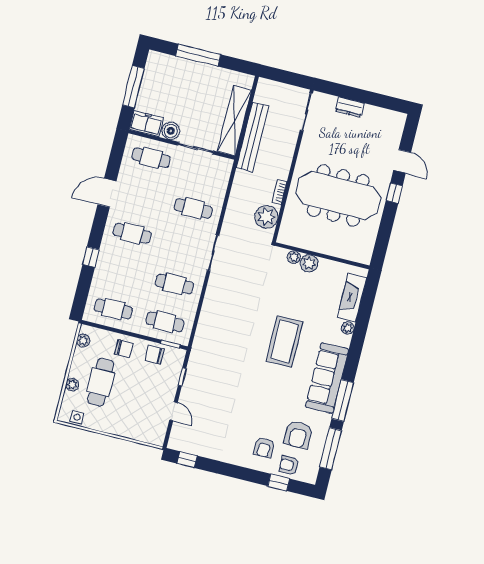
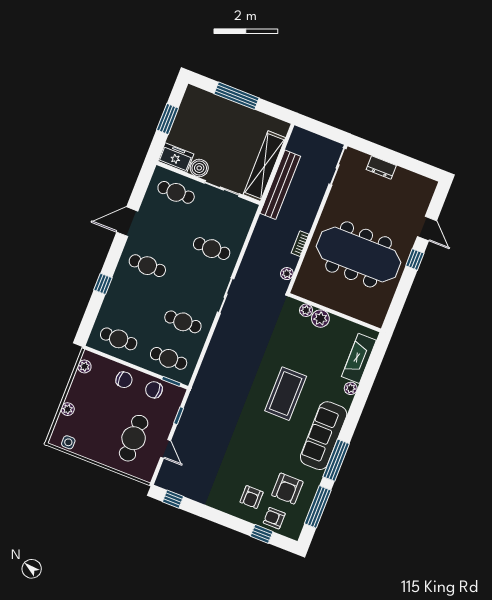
window: (133, 87) -> (168, 119), width x0.69
plant: (266, 217) -> (287, 274), width x0.53, depth x0.53
cafe table: (101, 382) -> (134, 438), moved

